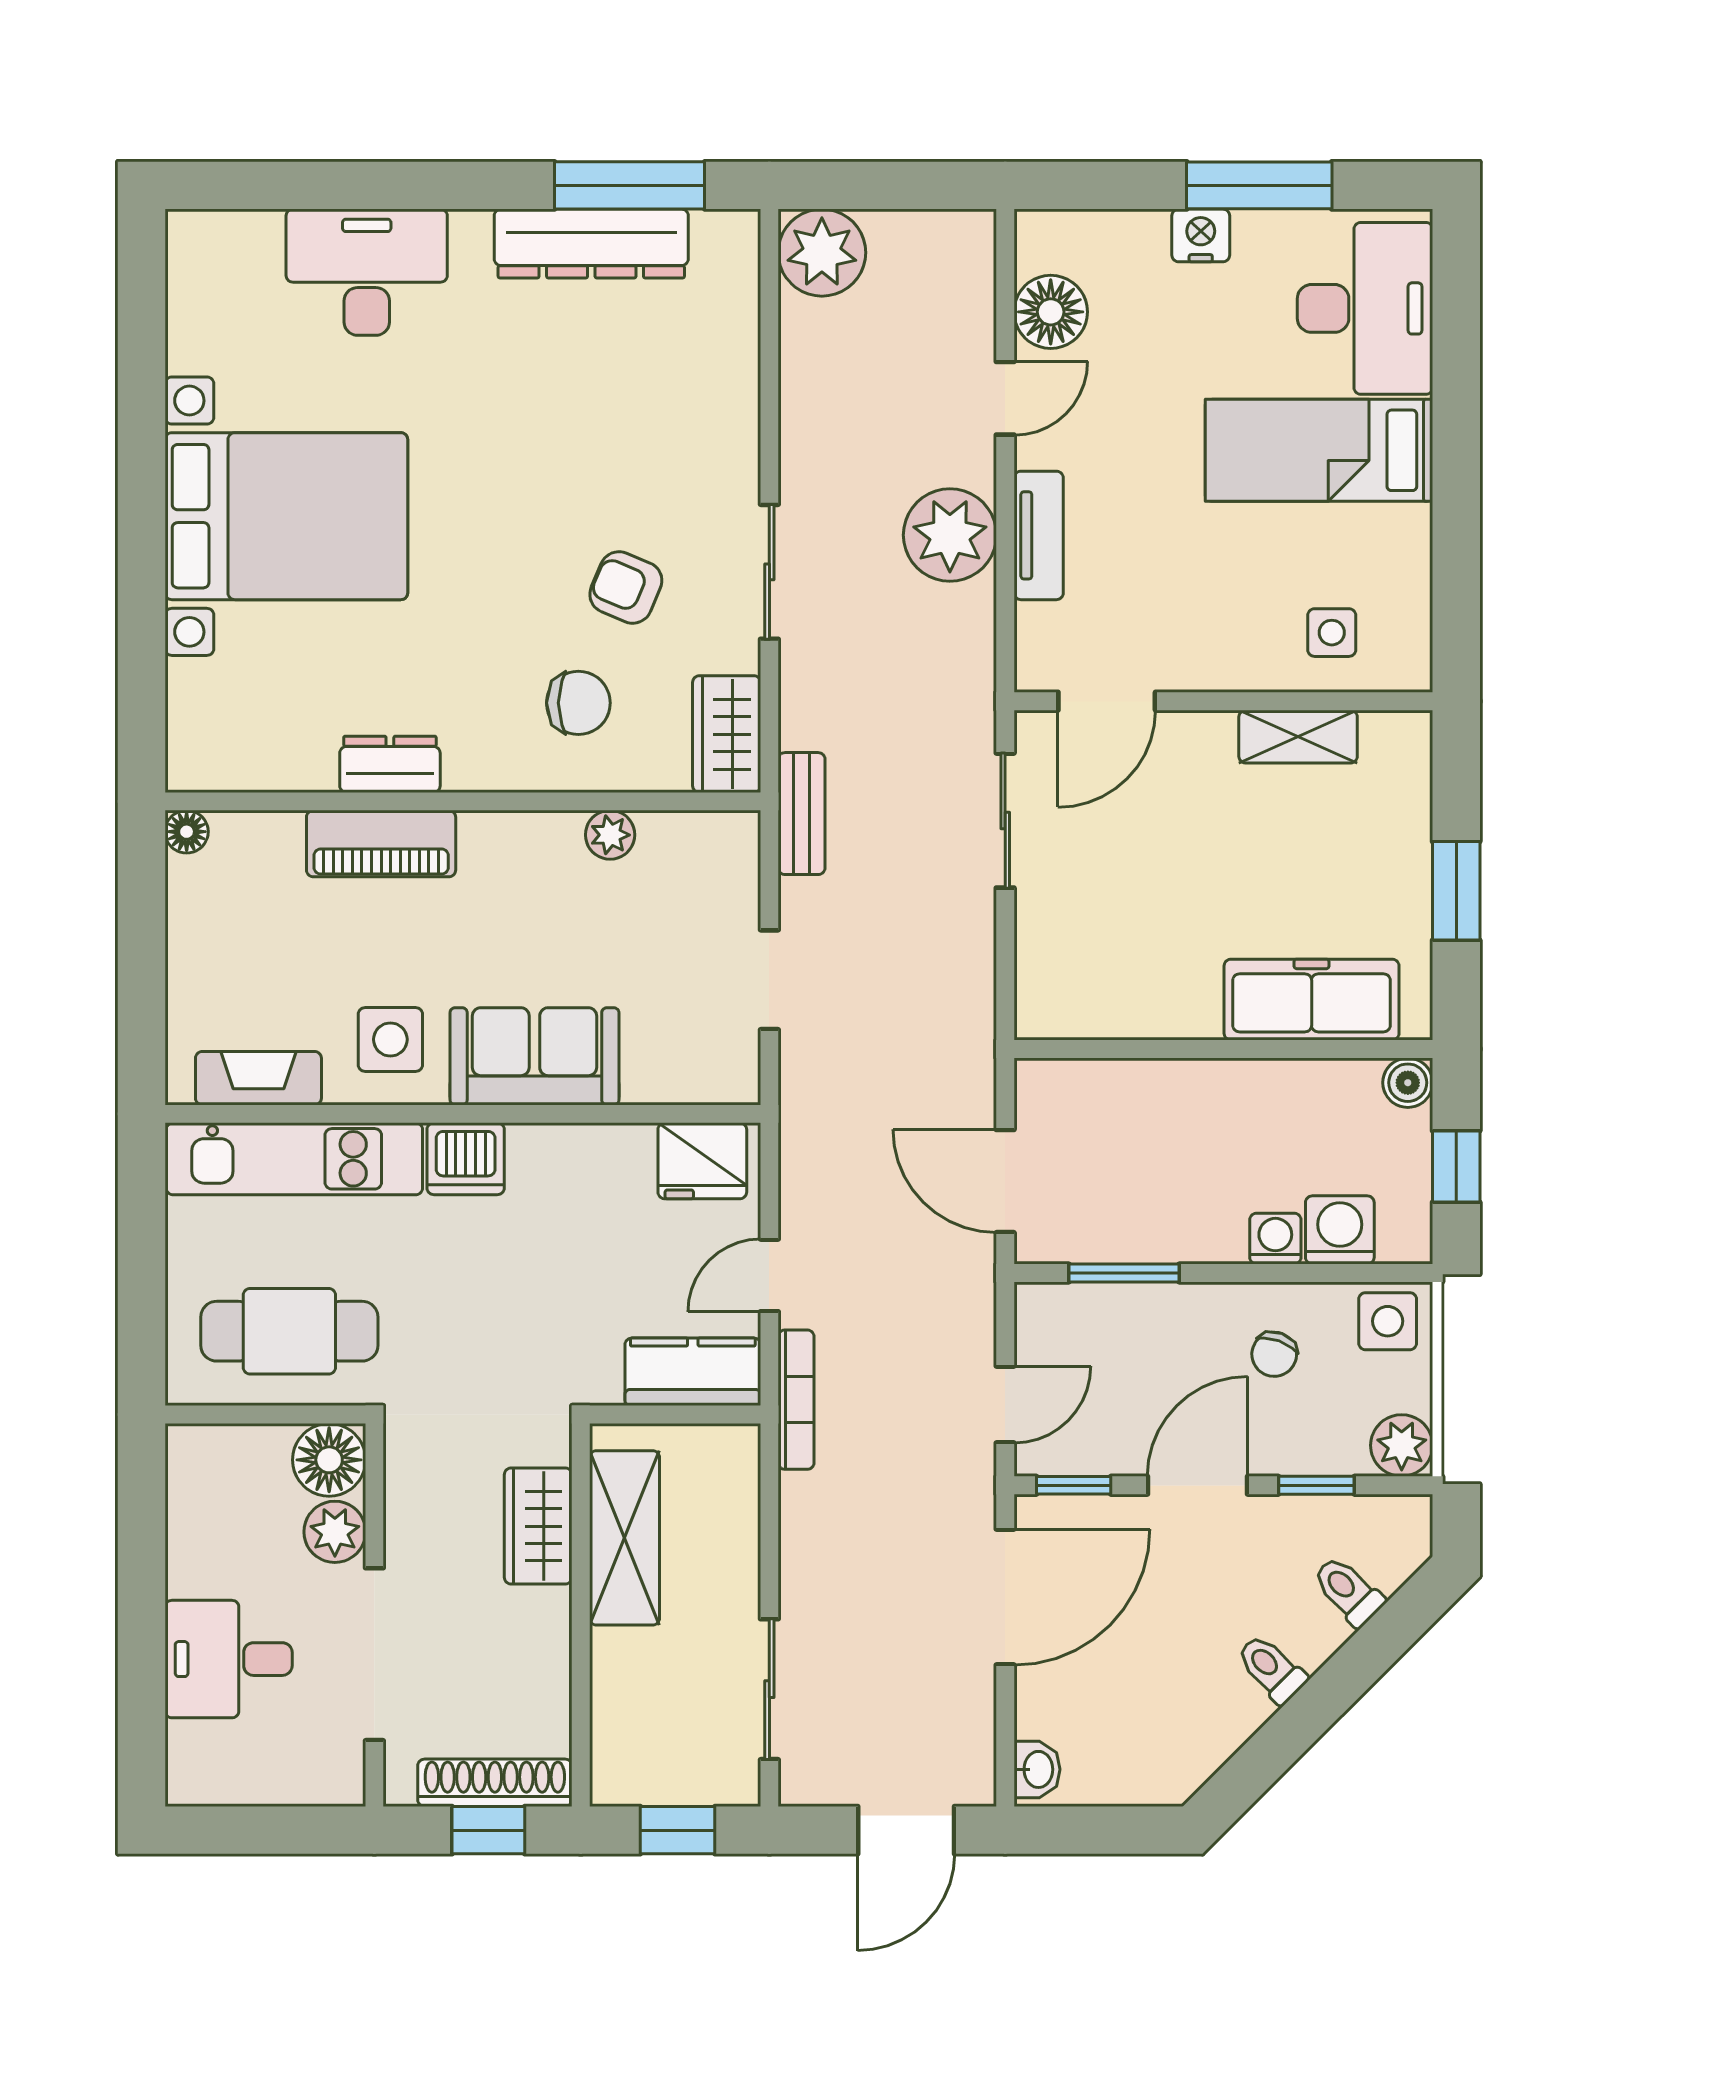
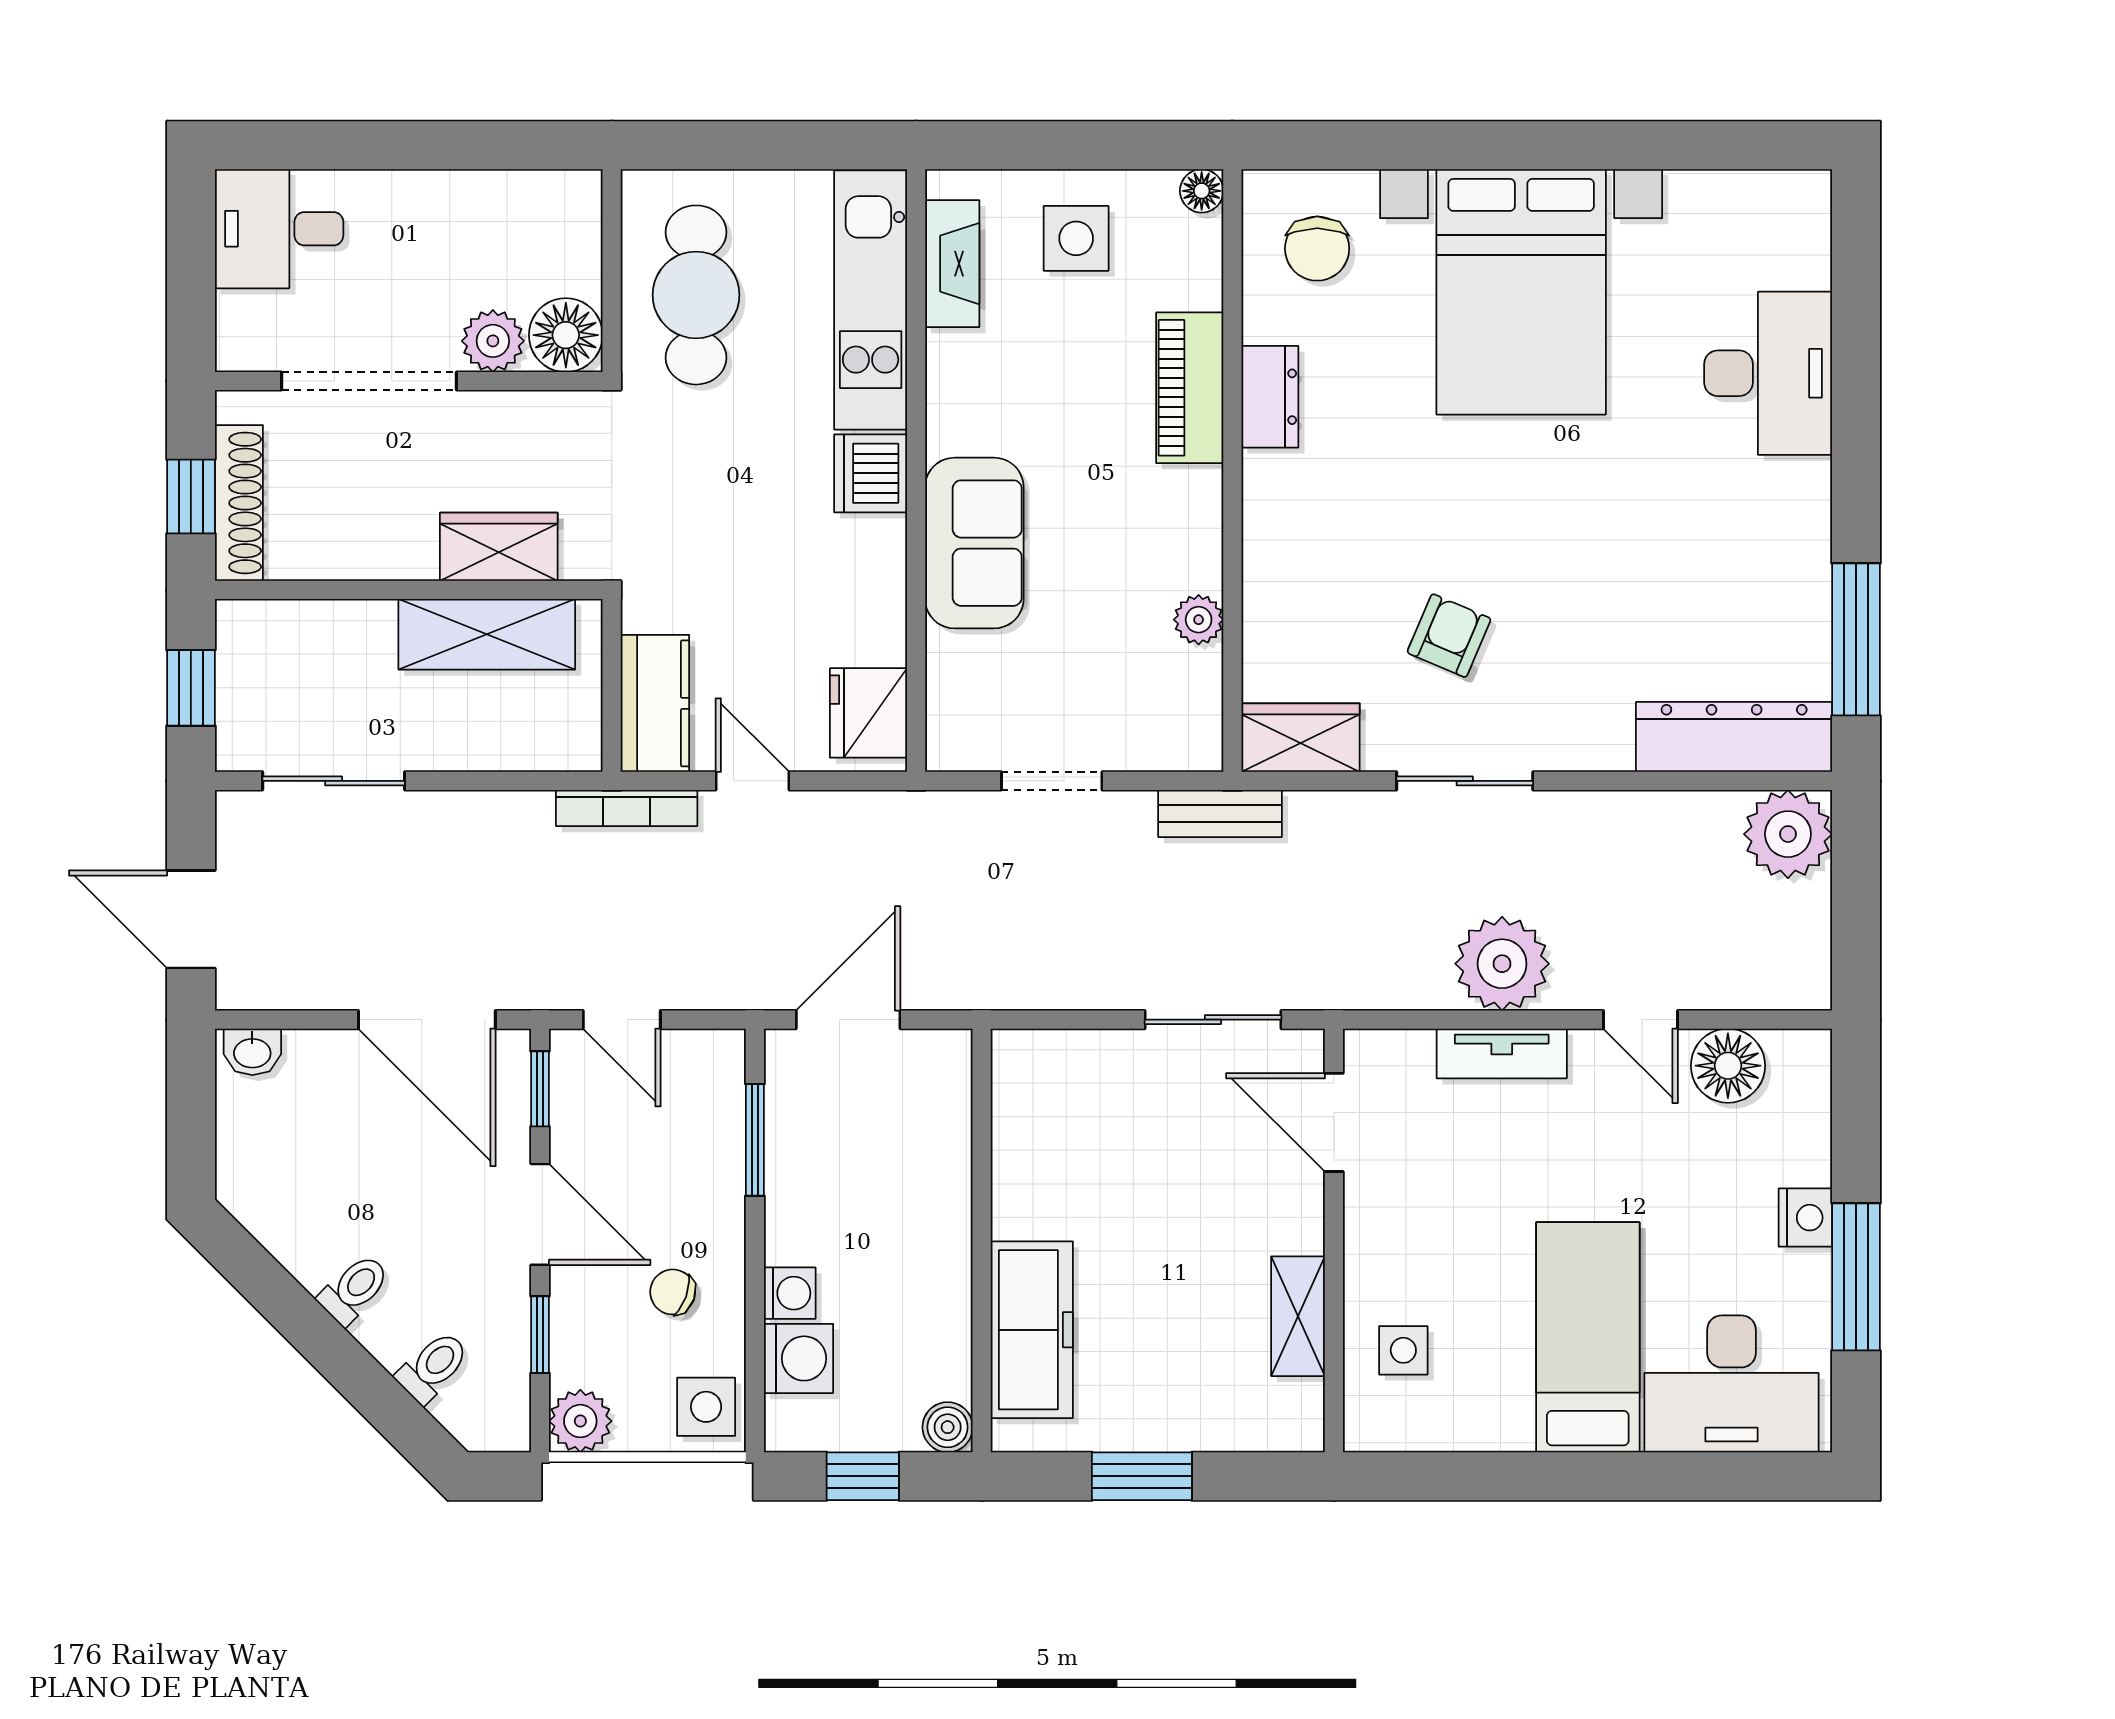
dresser: (591, 243) -> (1734, 737), moved, turned 90
chair: (578, 703) -> (1317, 249), moved
side table: (390, 1039) -> (1076, 238), moved
desk: (229, 1659) -> (279, 229), moved, turned -90

